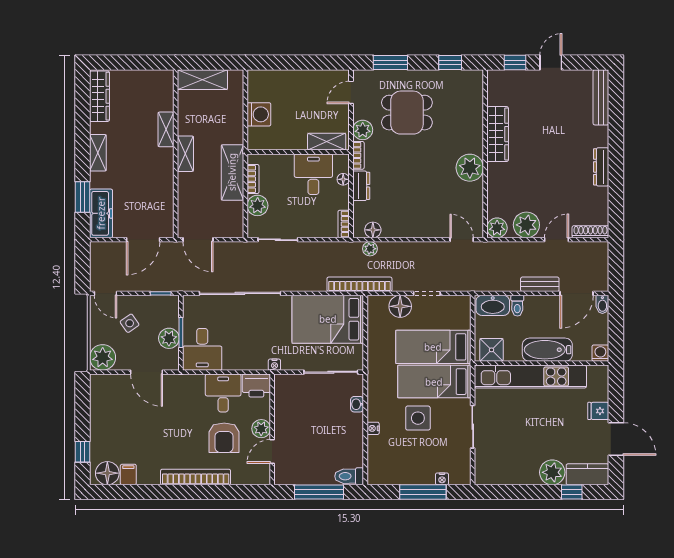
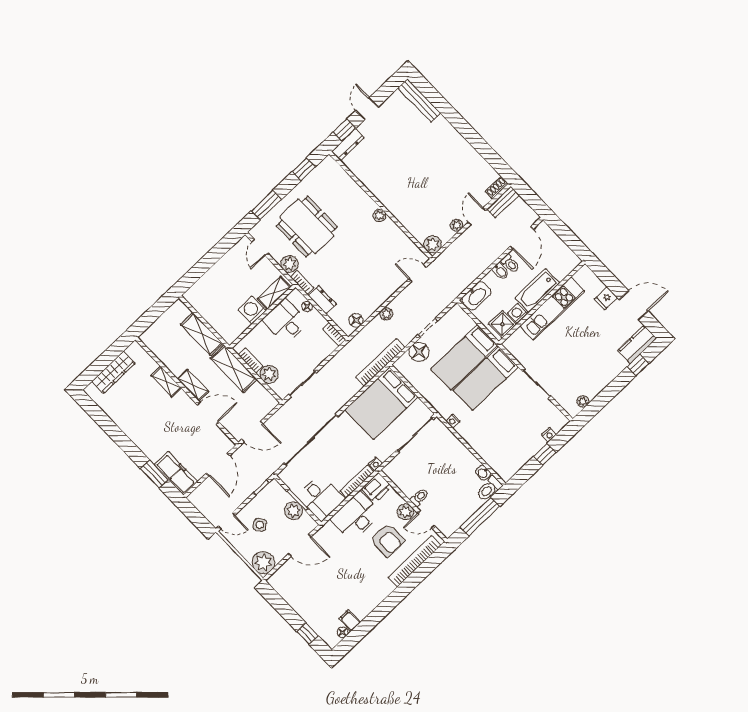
shelving: (202, 80) -> (202, 334), moved, turned 90
wardrobe: (99, 96) -> (113, 372), moved, turned 90
dining table: (407, 113) -> (307, 226), width x1.37
washing machine: (259, 114) -> (252, 310), moved, turned -90
wardrobe: (498, 134) -> (377, 185), removed
shelving: (98, 153) -> (138, 437), removed
dresser: (601, 167) -> (348, 145), moved, turned -90
plant: (470, 168) -> (380, 215), width x0.53, depth x0.53
door: (176, 189) -> (208, 413), added
plant: (526, 225) -> (457, 225), width x0.53, depth x0.53
shoe rack: (590, 232) -> (497, 188), width x0.70
plant: (370, 249) -> (386, 314), moved
bench: (540, 284) -> (503, 202), moved
bidet: (602, 304) -> (501, 271), moved
toilet: (517, 306) -> (510, 264), moved
washing machine: (600, 353) -> (518, 314), moved
bookcase: (245, 365) -> (357, 482), added
kitchen unit: (530, 377) -> (552, 309), width x0.73
desk: (223, 393) -> (356, 516), width x1.37
washbasin: (357, 404) -> (483, 473), moved
side table: (418, 418) -> (497, 411), removed
toilet: (284, 428) -> (419, 497), added
nightstand: (373, 428) -> (453, 421), moved
door: (272, 451) -> (426, 519), hinge flipped
plant: (552, 472) -> (583, 401), moved, width x0.53, depth x0.53
floor lamp: (107, 473) -> (343, 632), width x0.53, depth x0.53
bookcase: (196, 477) -> (414, 561), moved
window: (423, 492) -> (545, 454), width x0.46

